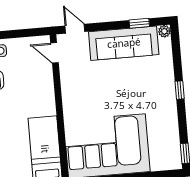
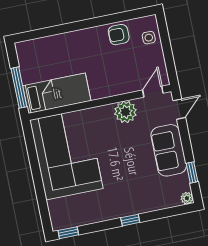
sofa: (124, 43) -> (169, 150), width x0.73
plant: (72, 83) -> (125, 112), added

